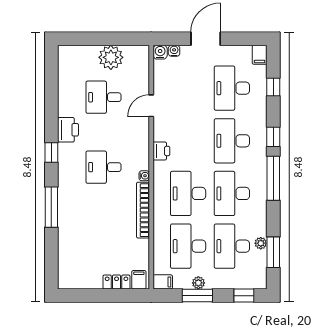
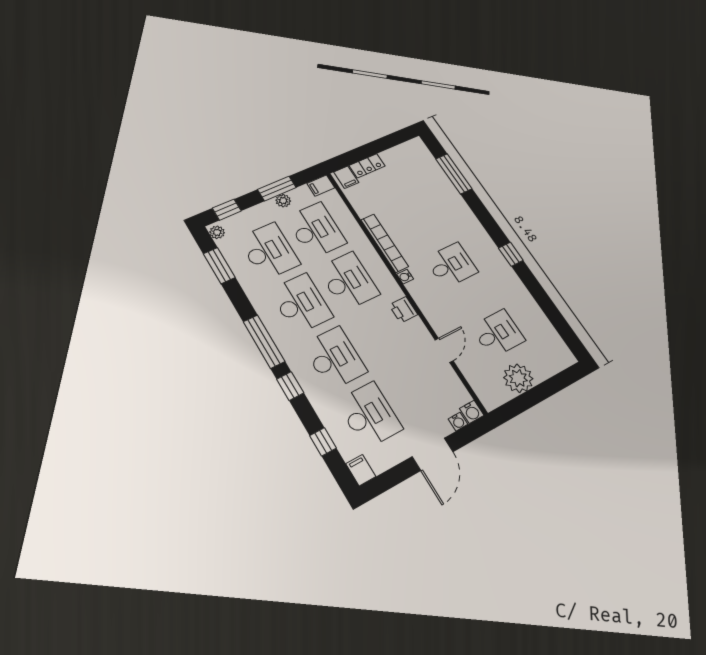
printer: (68, 130) -> (510, 284), removed
window: (51, 207) -> (454, 174), moved
plant: (261, 243) -> (217, 232), moved

